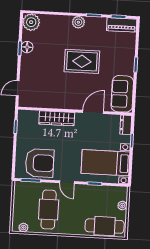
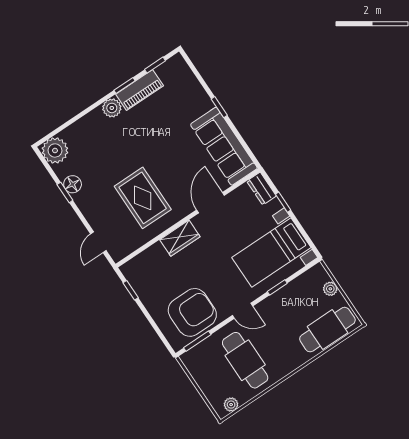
piano: (122, 25) -> (140, 90), moved
rug: (82, 61) -> (143, 198), moved, turned 90
sofa: (122, 94) -> (224, 146), width x1.36
wardrobe: (57, 118) -> (180, 238), width x0.67

